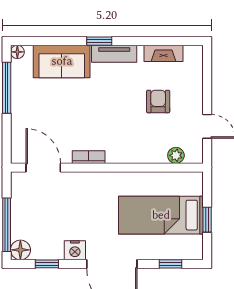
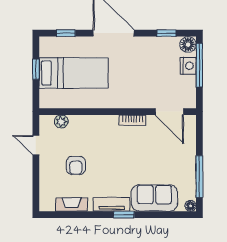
nightstand: (75, 250) -> (188, 66), moved, turned 90

